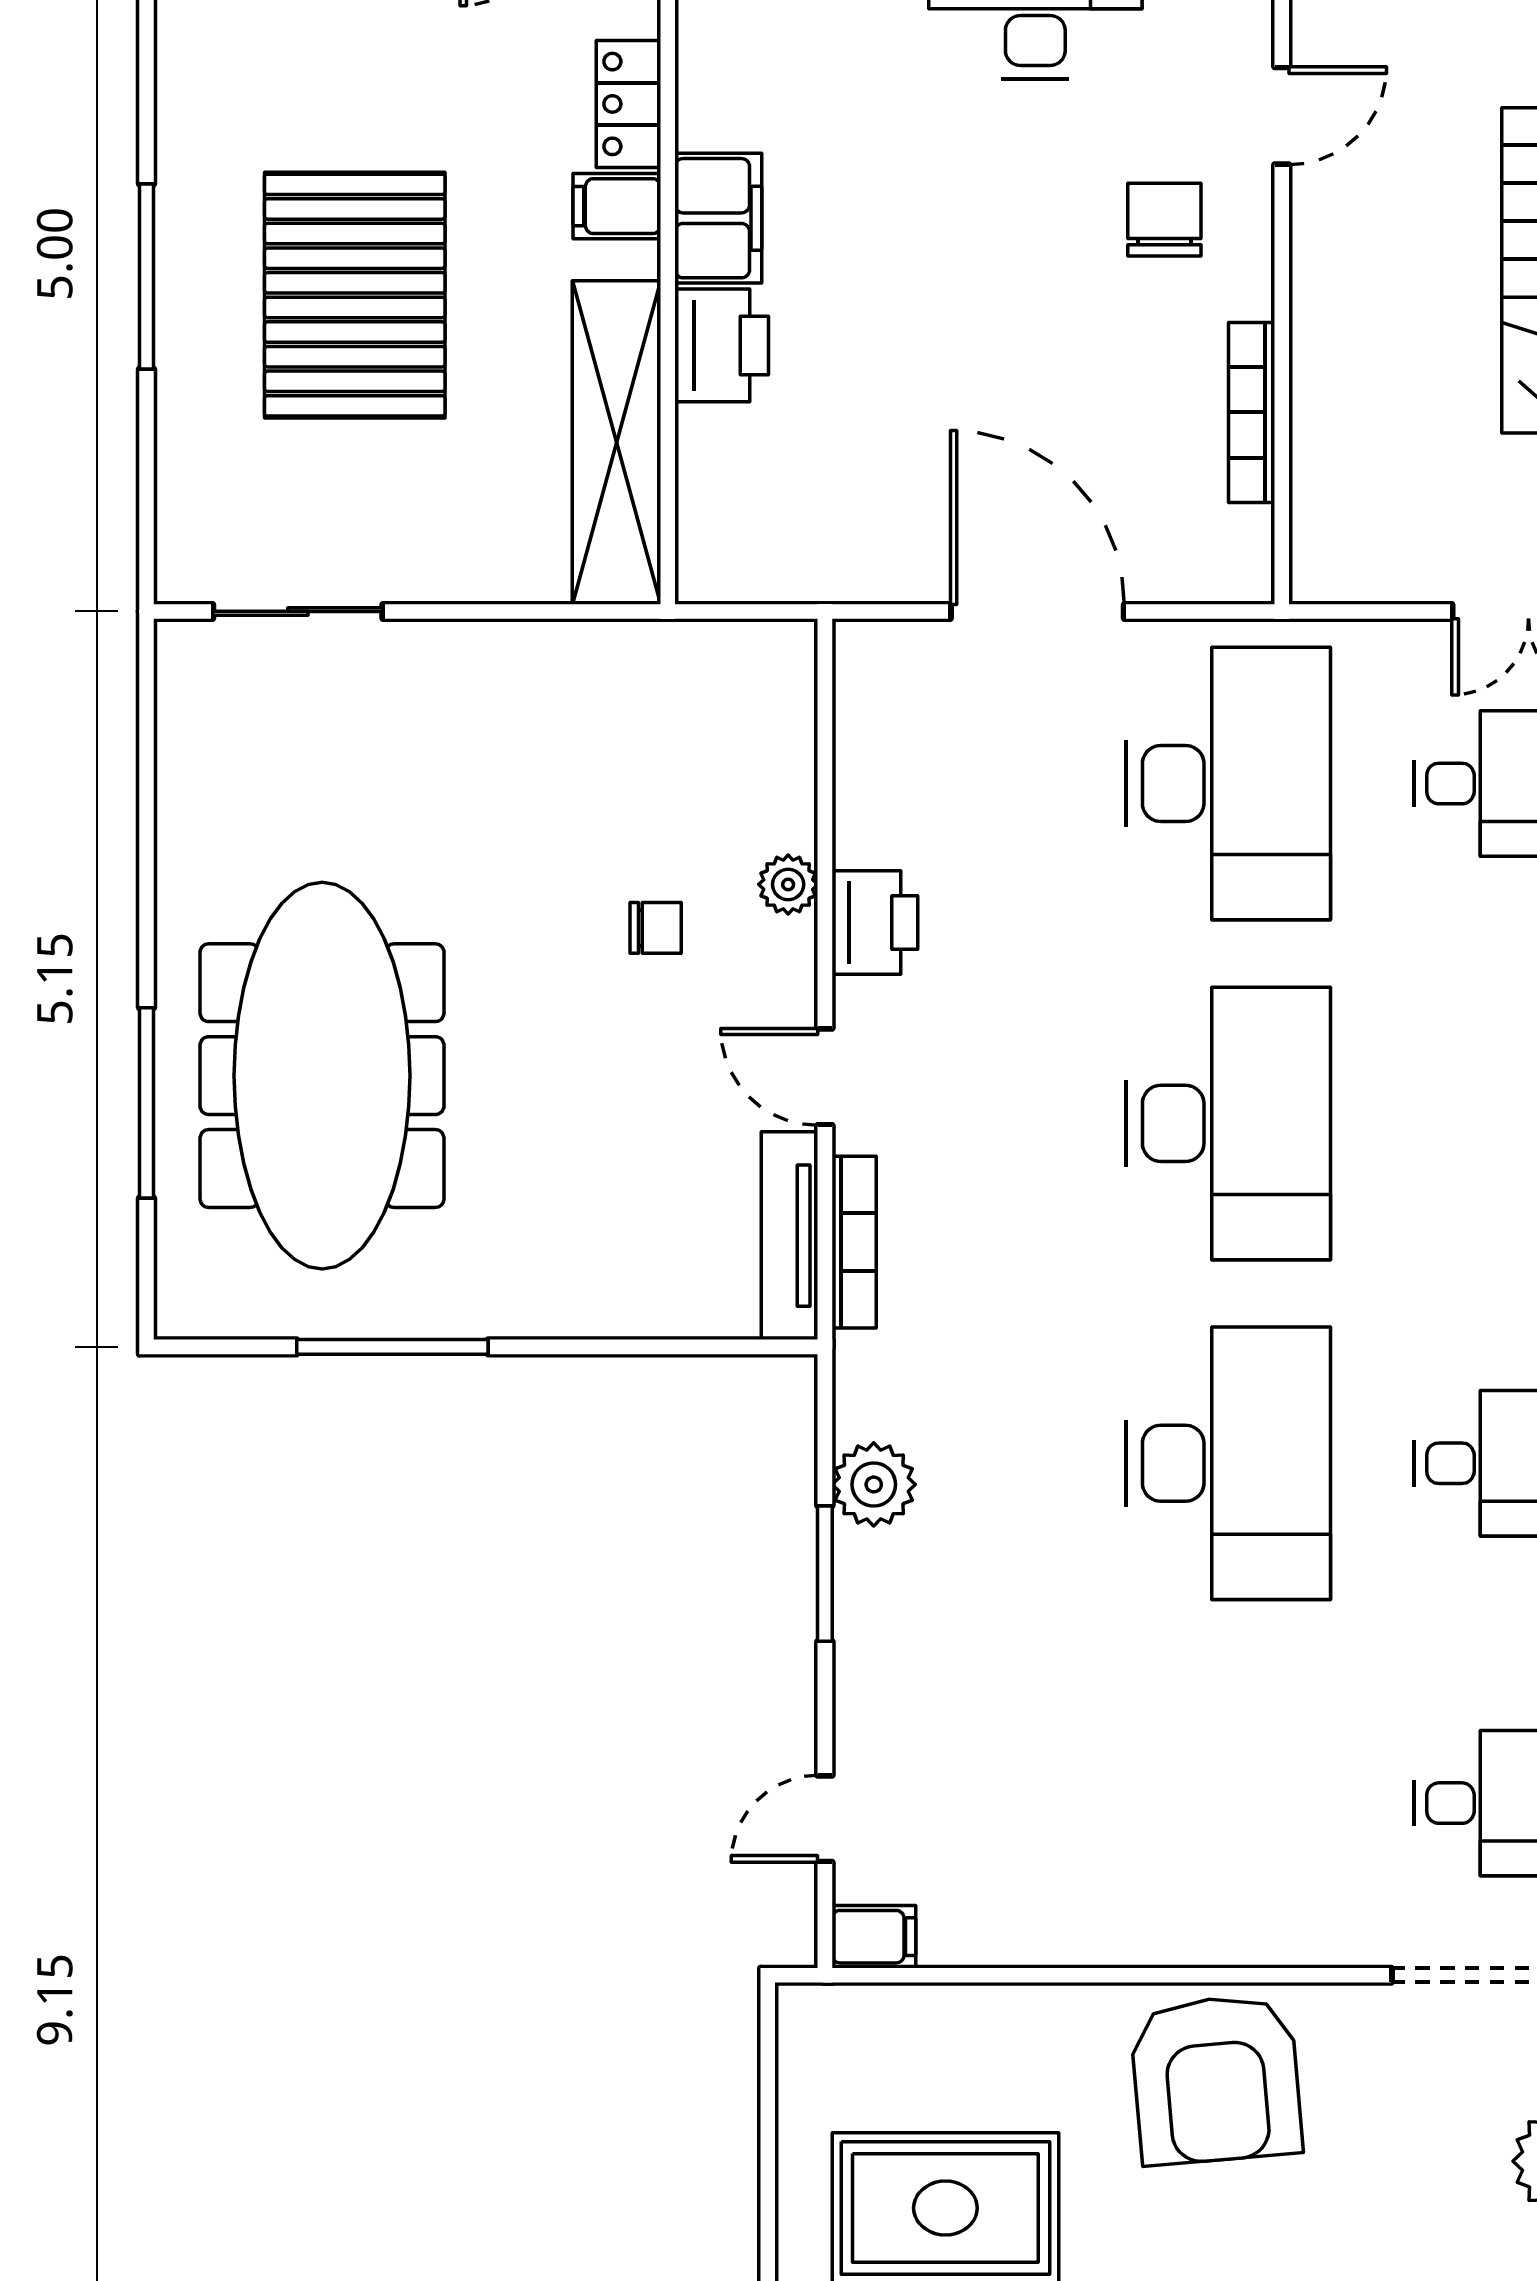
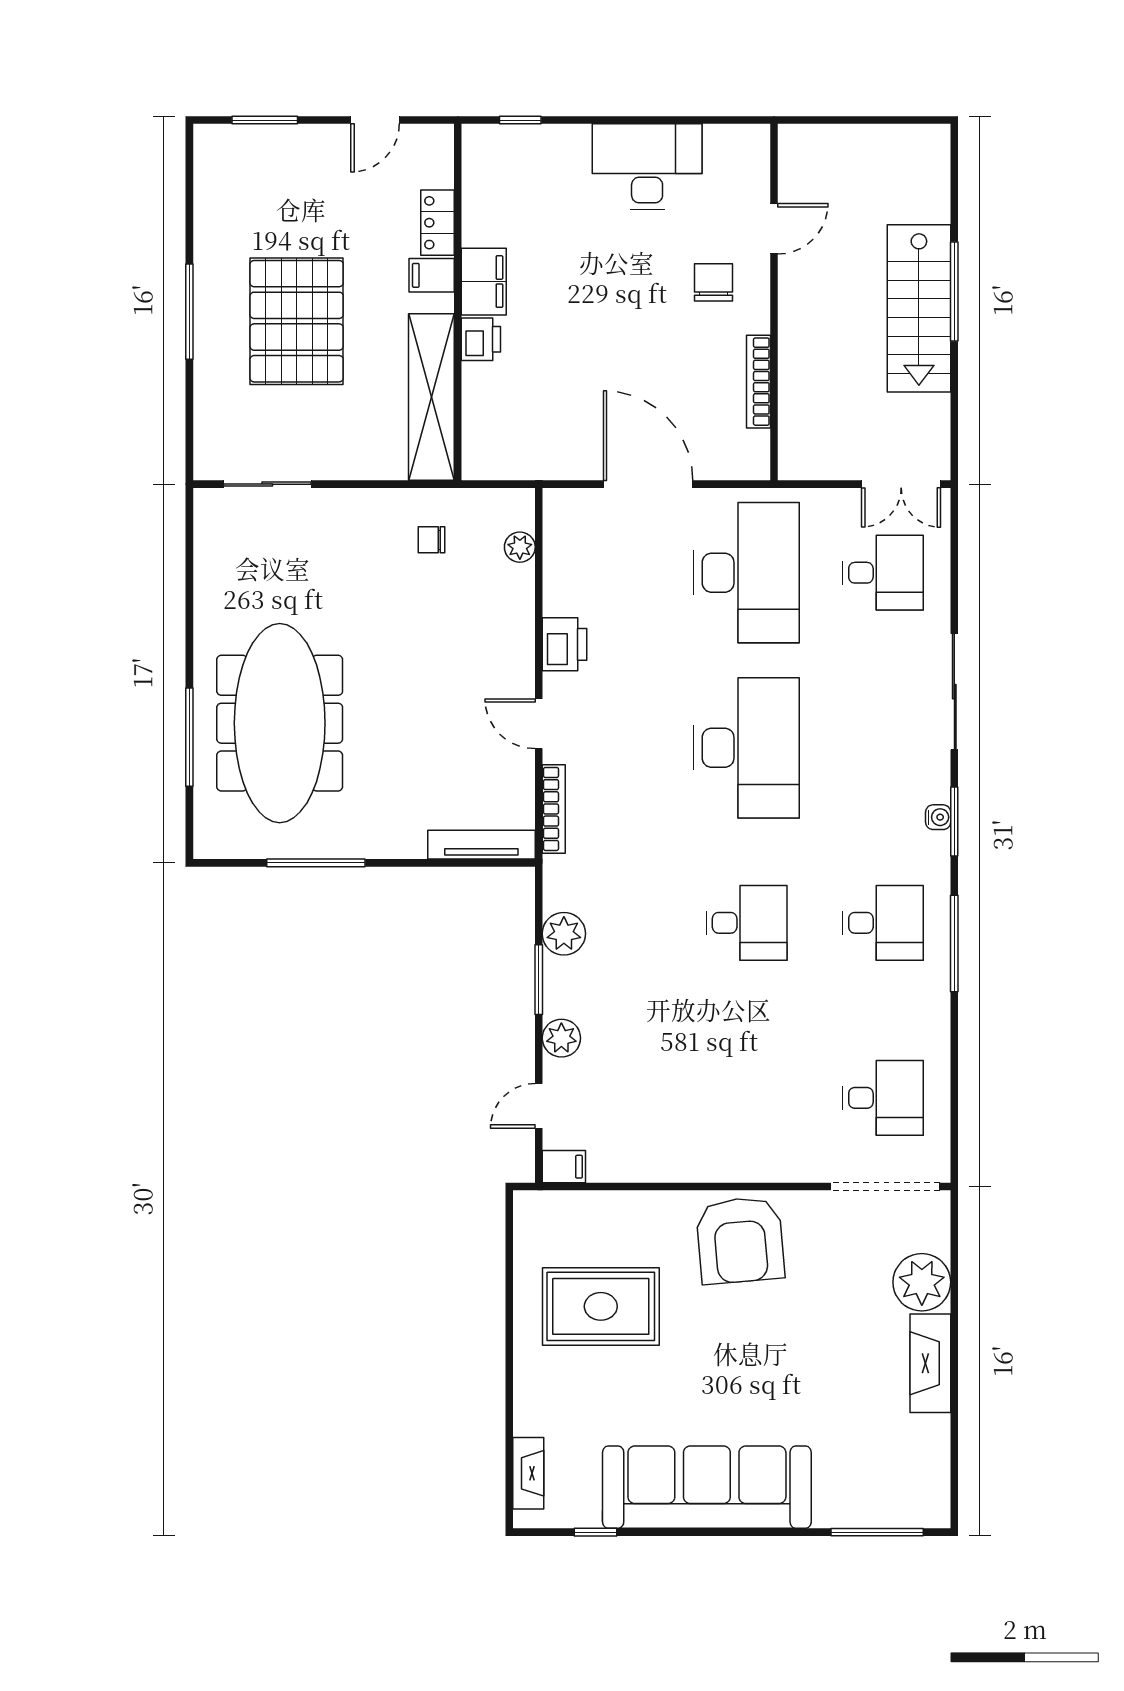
printer: (722, 345) -> (481, 339), width x0.73, depth x0.81
plant: (788, 884) -> (520, 547), moved
chair: (656, 928) -> (431, 540), moved, turned 180
tv unit: (790, 1236) -> (481, 845), moved, turned 90
desk: (1228, 1463) -> (746, 923), width x0.53, depth x0.77
plant: (869, 1687) -> (561, 1038), added

